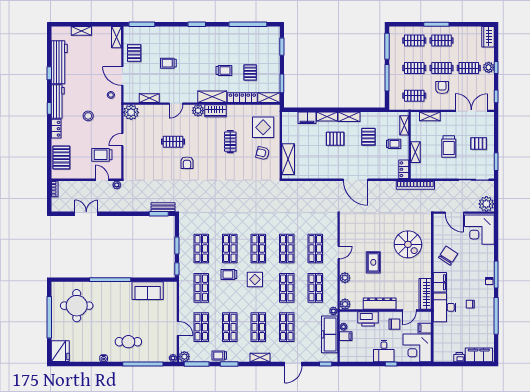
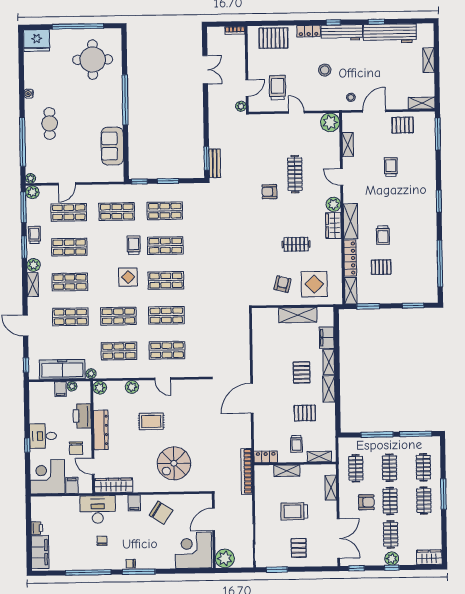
clothes rail: (173, 142) -> (295, 174), width x1.36
shelving: (288, 159) -> (298, 315), moved
filing cabinet: (440, 282) -> (134, 503), width x0.50
plant: (244, 357) -> (34, 265), added

